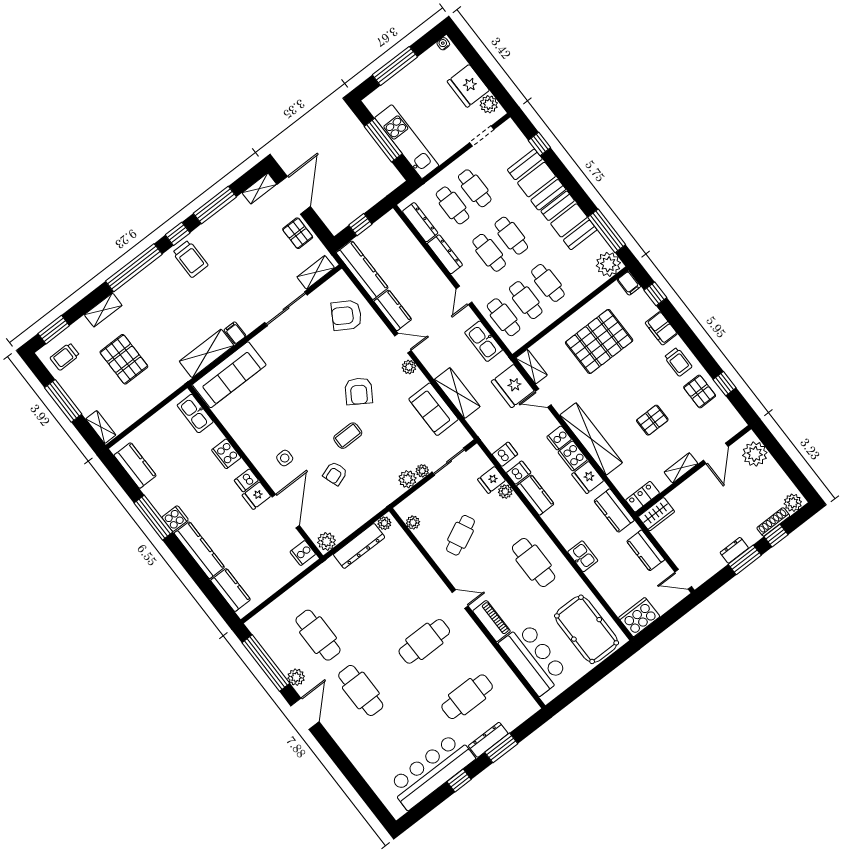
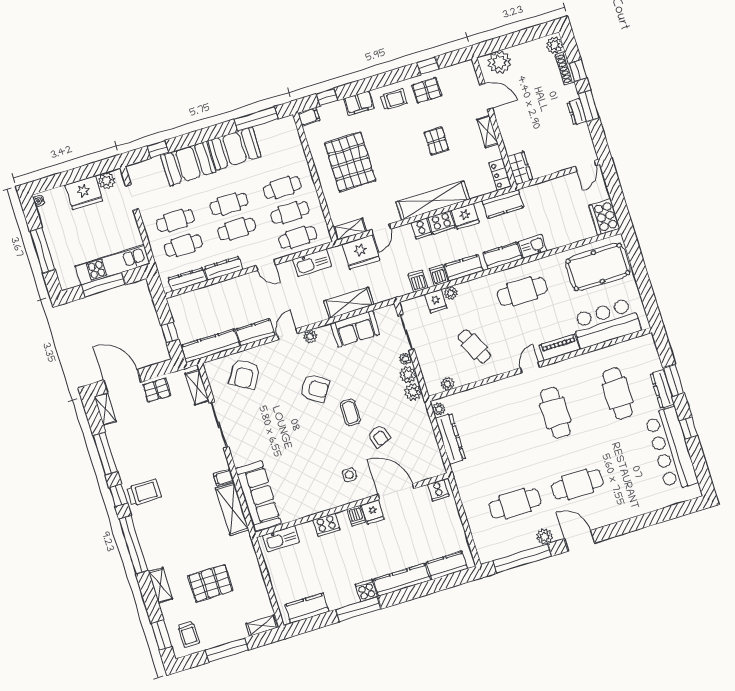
plant: (608, 264) -> (286, 129), removed
plant: (327, 541) -> (413, 392), moved
kitchen counter: (646, 550) -> (503, 256), moved, turned 180

